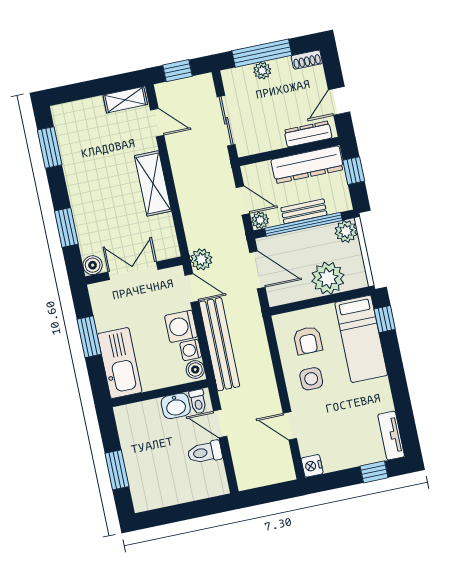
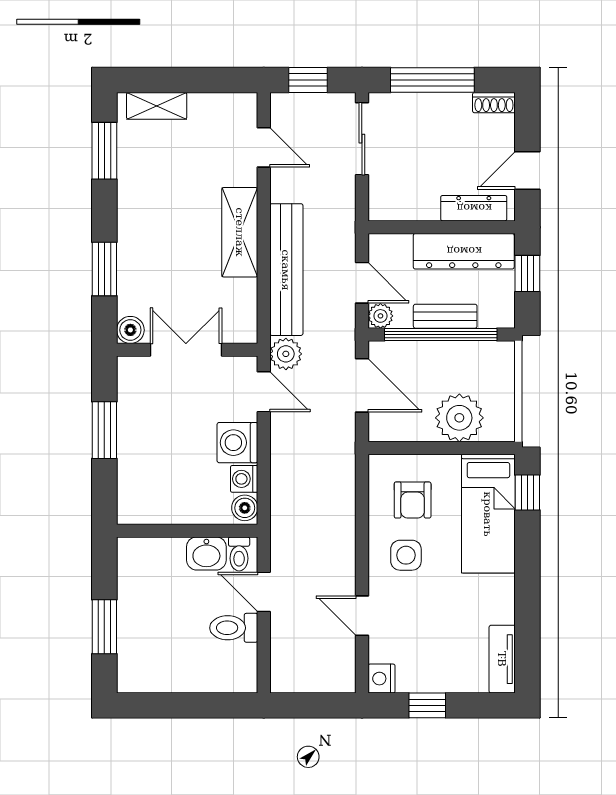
plant: (262, 71) -> (428, 105), removed
shelving: (125, 100) -> (157, 106), moved
sliding door: (226, 121) -> (362, 139), moved
plant: (346, 231) -> (499, 357), removed
bench: (219, 344) -> (286, 270), moved
kitchen sink: (120, 363) -> (140, 476), removed
window: (374, 472) -> (427, 705), moved

